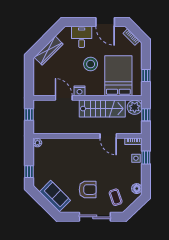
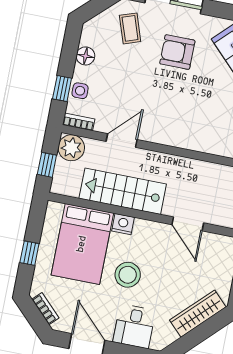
window: (146, 76) -> (29, 253), moved
nightstand: (80, 91) -> (123, 224), moved
plant: (135, 107) -> (71, 148), moved
door: (108, 136) -> (122, 140), hinge flipped
floor lamp: (137, 189) -> (85, 56), moved

